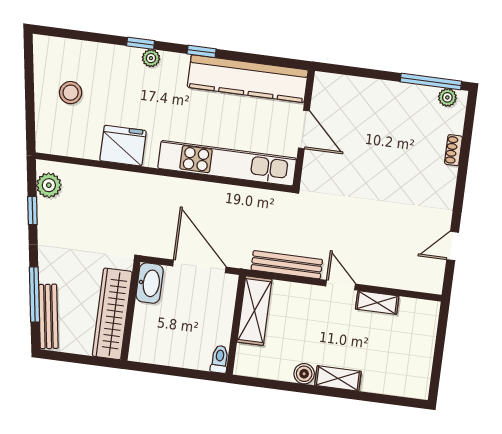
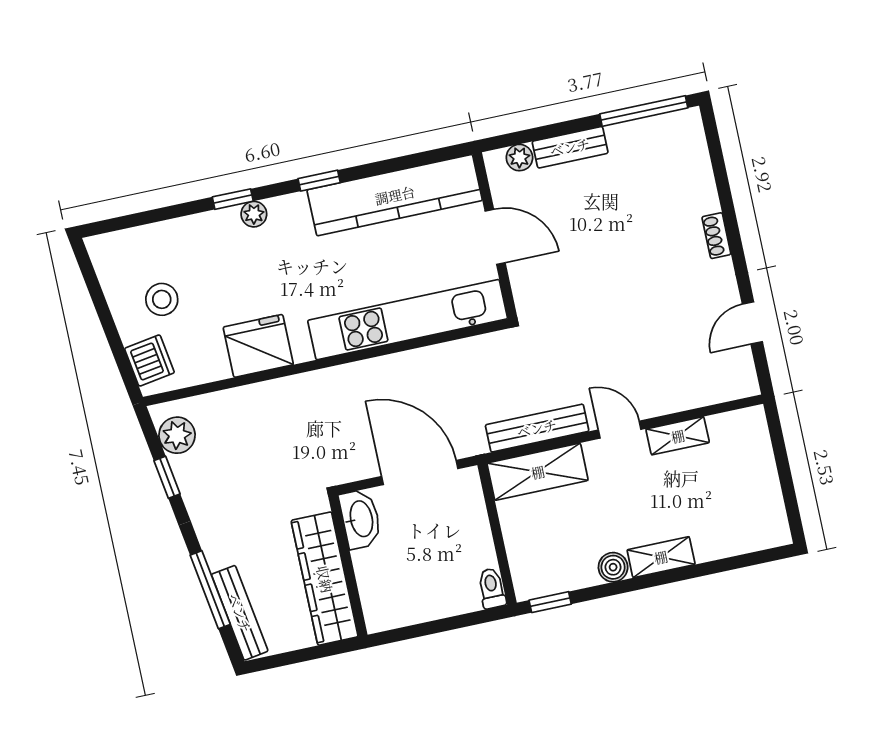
bench: (374, 88) -> (570, 147), added
plant: (447, 97) -> (519, 158), moved
dishwasher: (48, 130) -> (149, 361), added
shoe rack: (453, 150) -> (716, 236), moved
shelving: (254, 311) -> (538, 472), moved, turned 90
window: (255, 382) -> (550, 602), added

